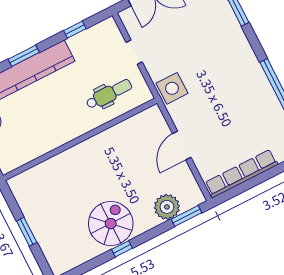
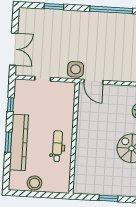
dental chair: (109, 94) -> (57, 146), moved
door: (182, 146) -> (93, 82), moved

